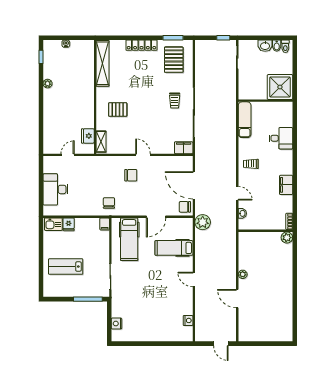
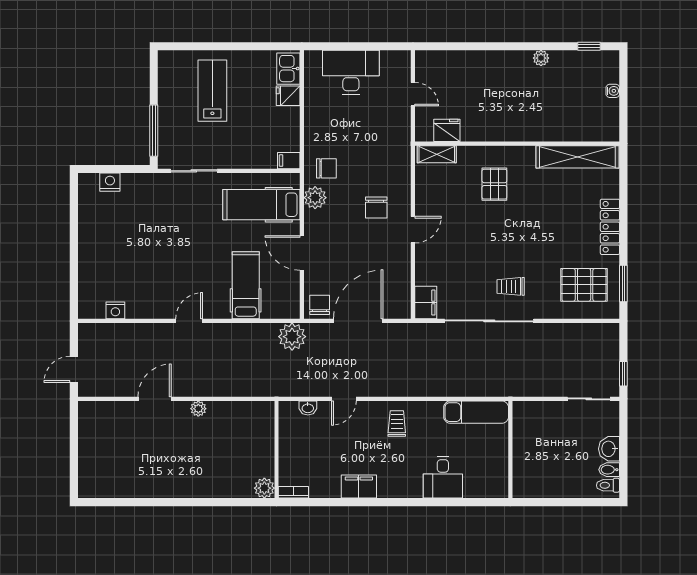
shower: (280, 87) -> (535, 476), removed
plant: (125, 209) -> (315, 198), added

